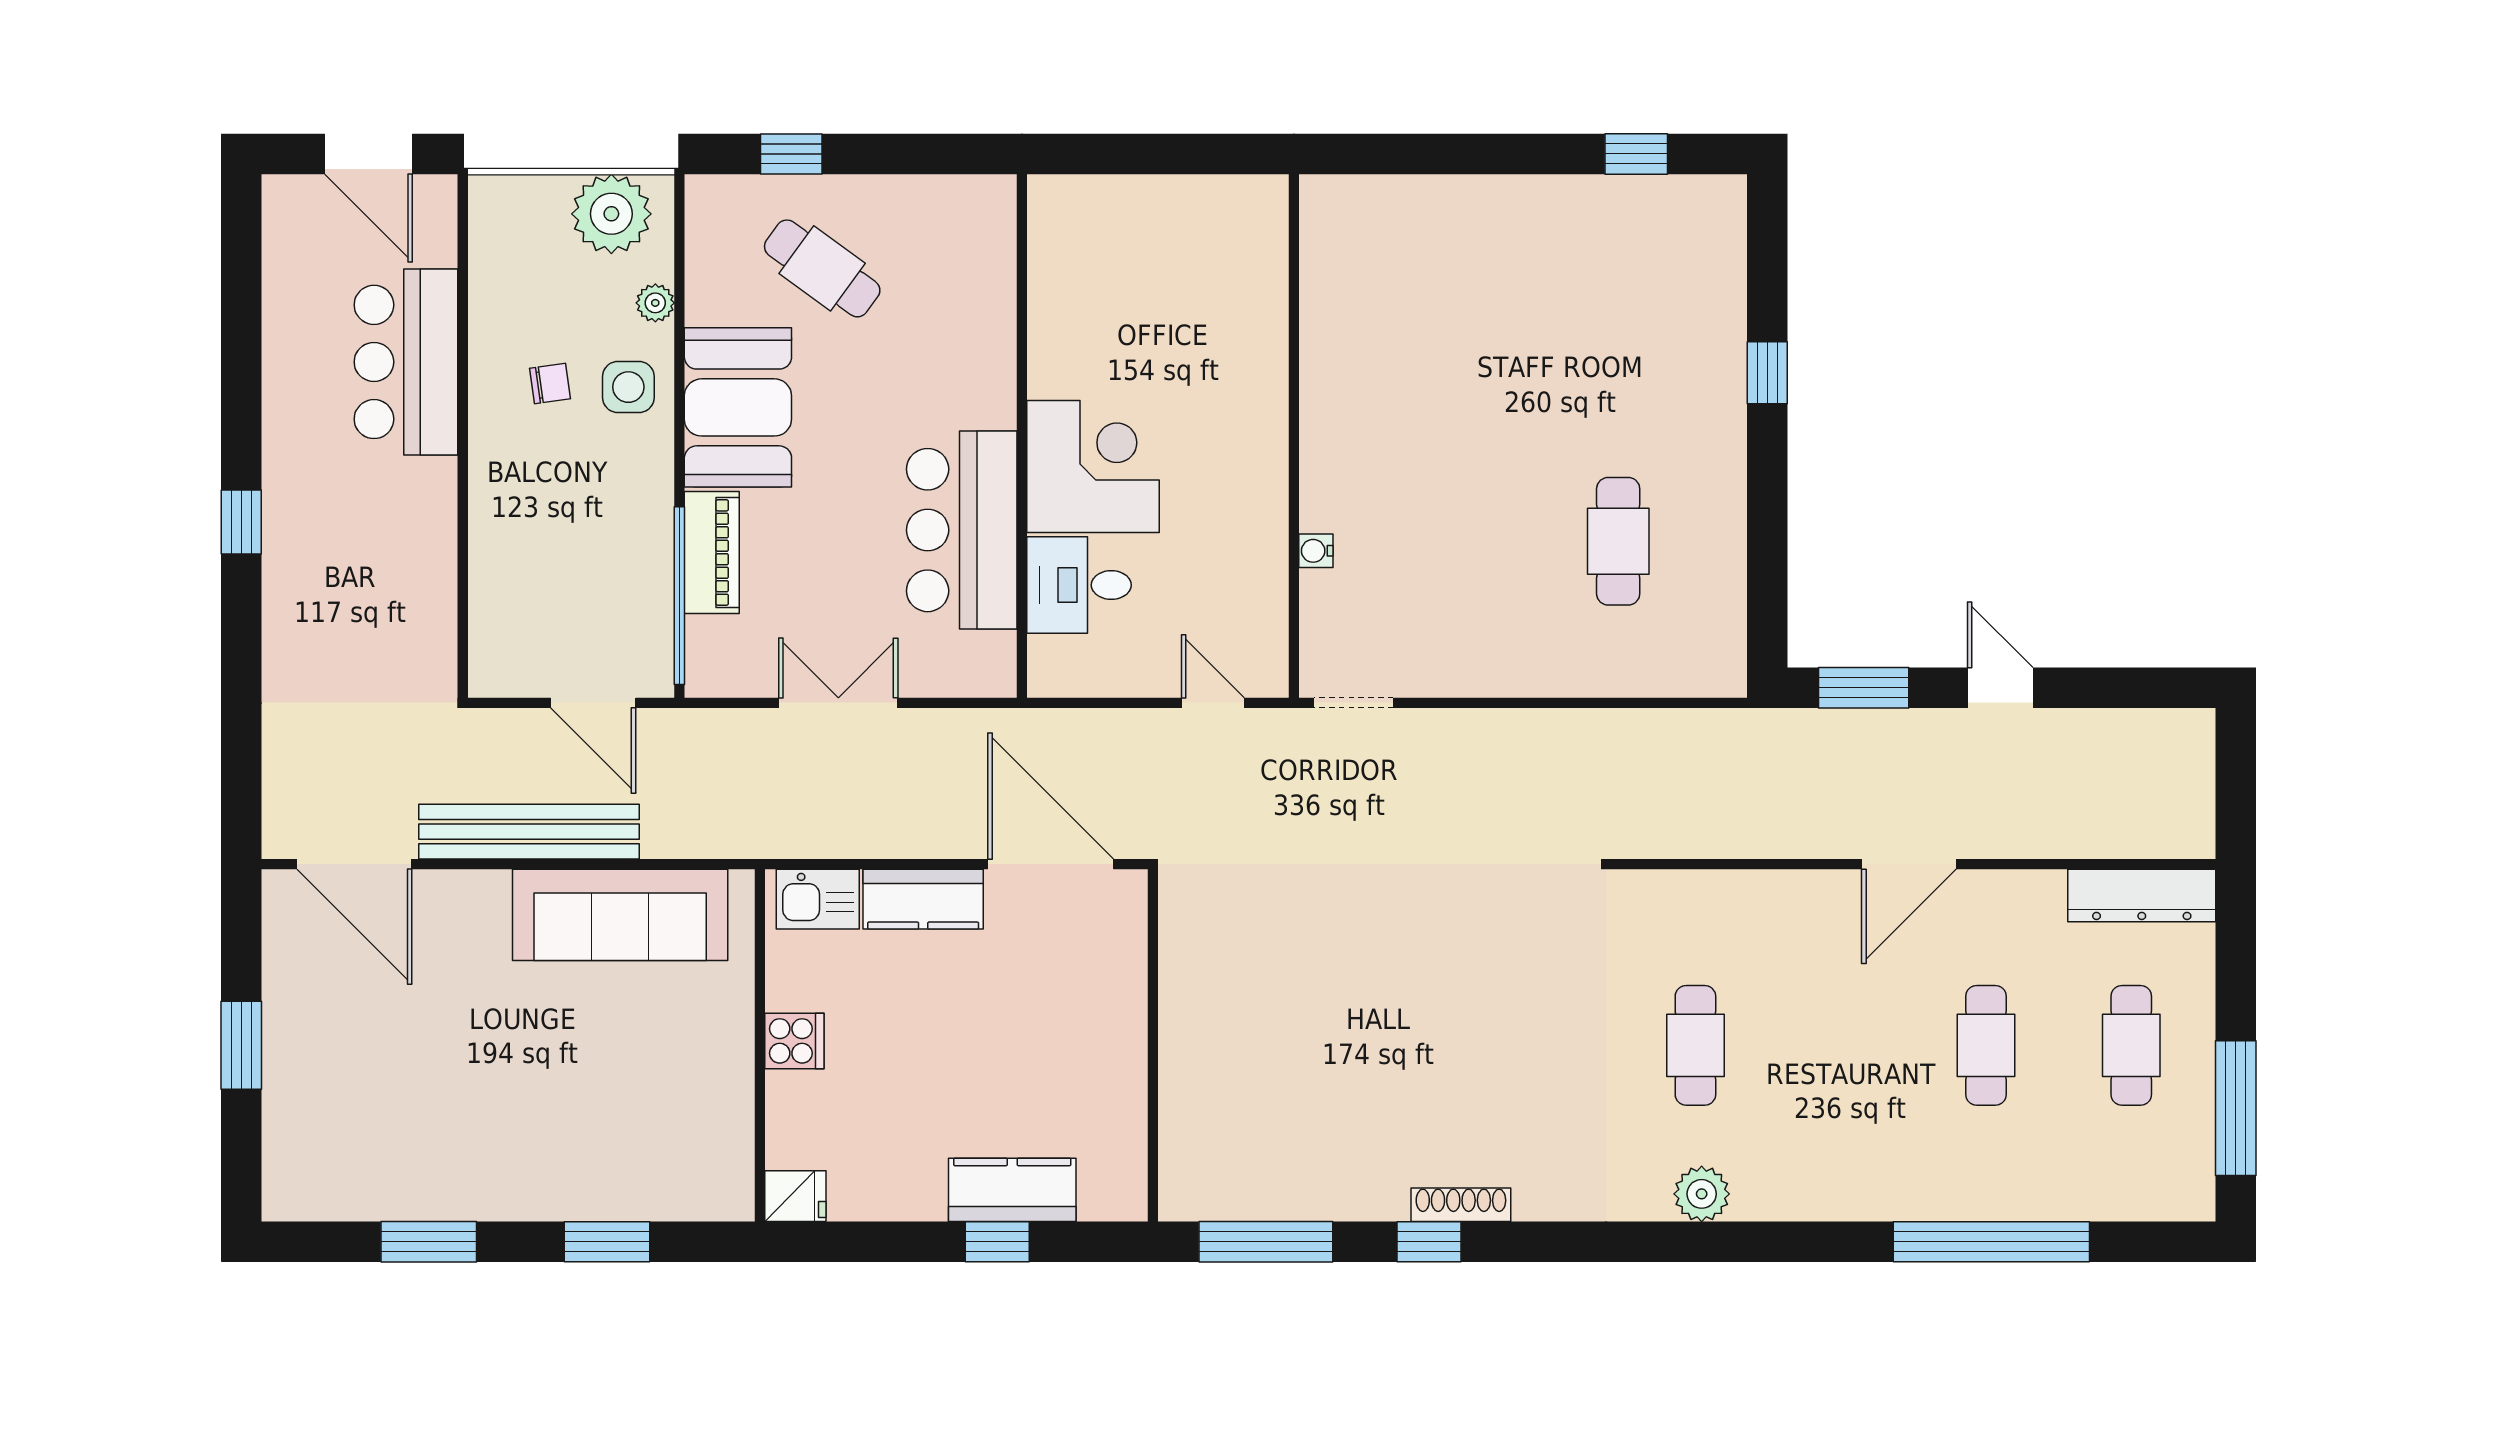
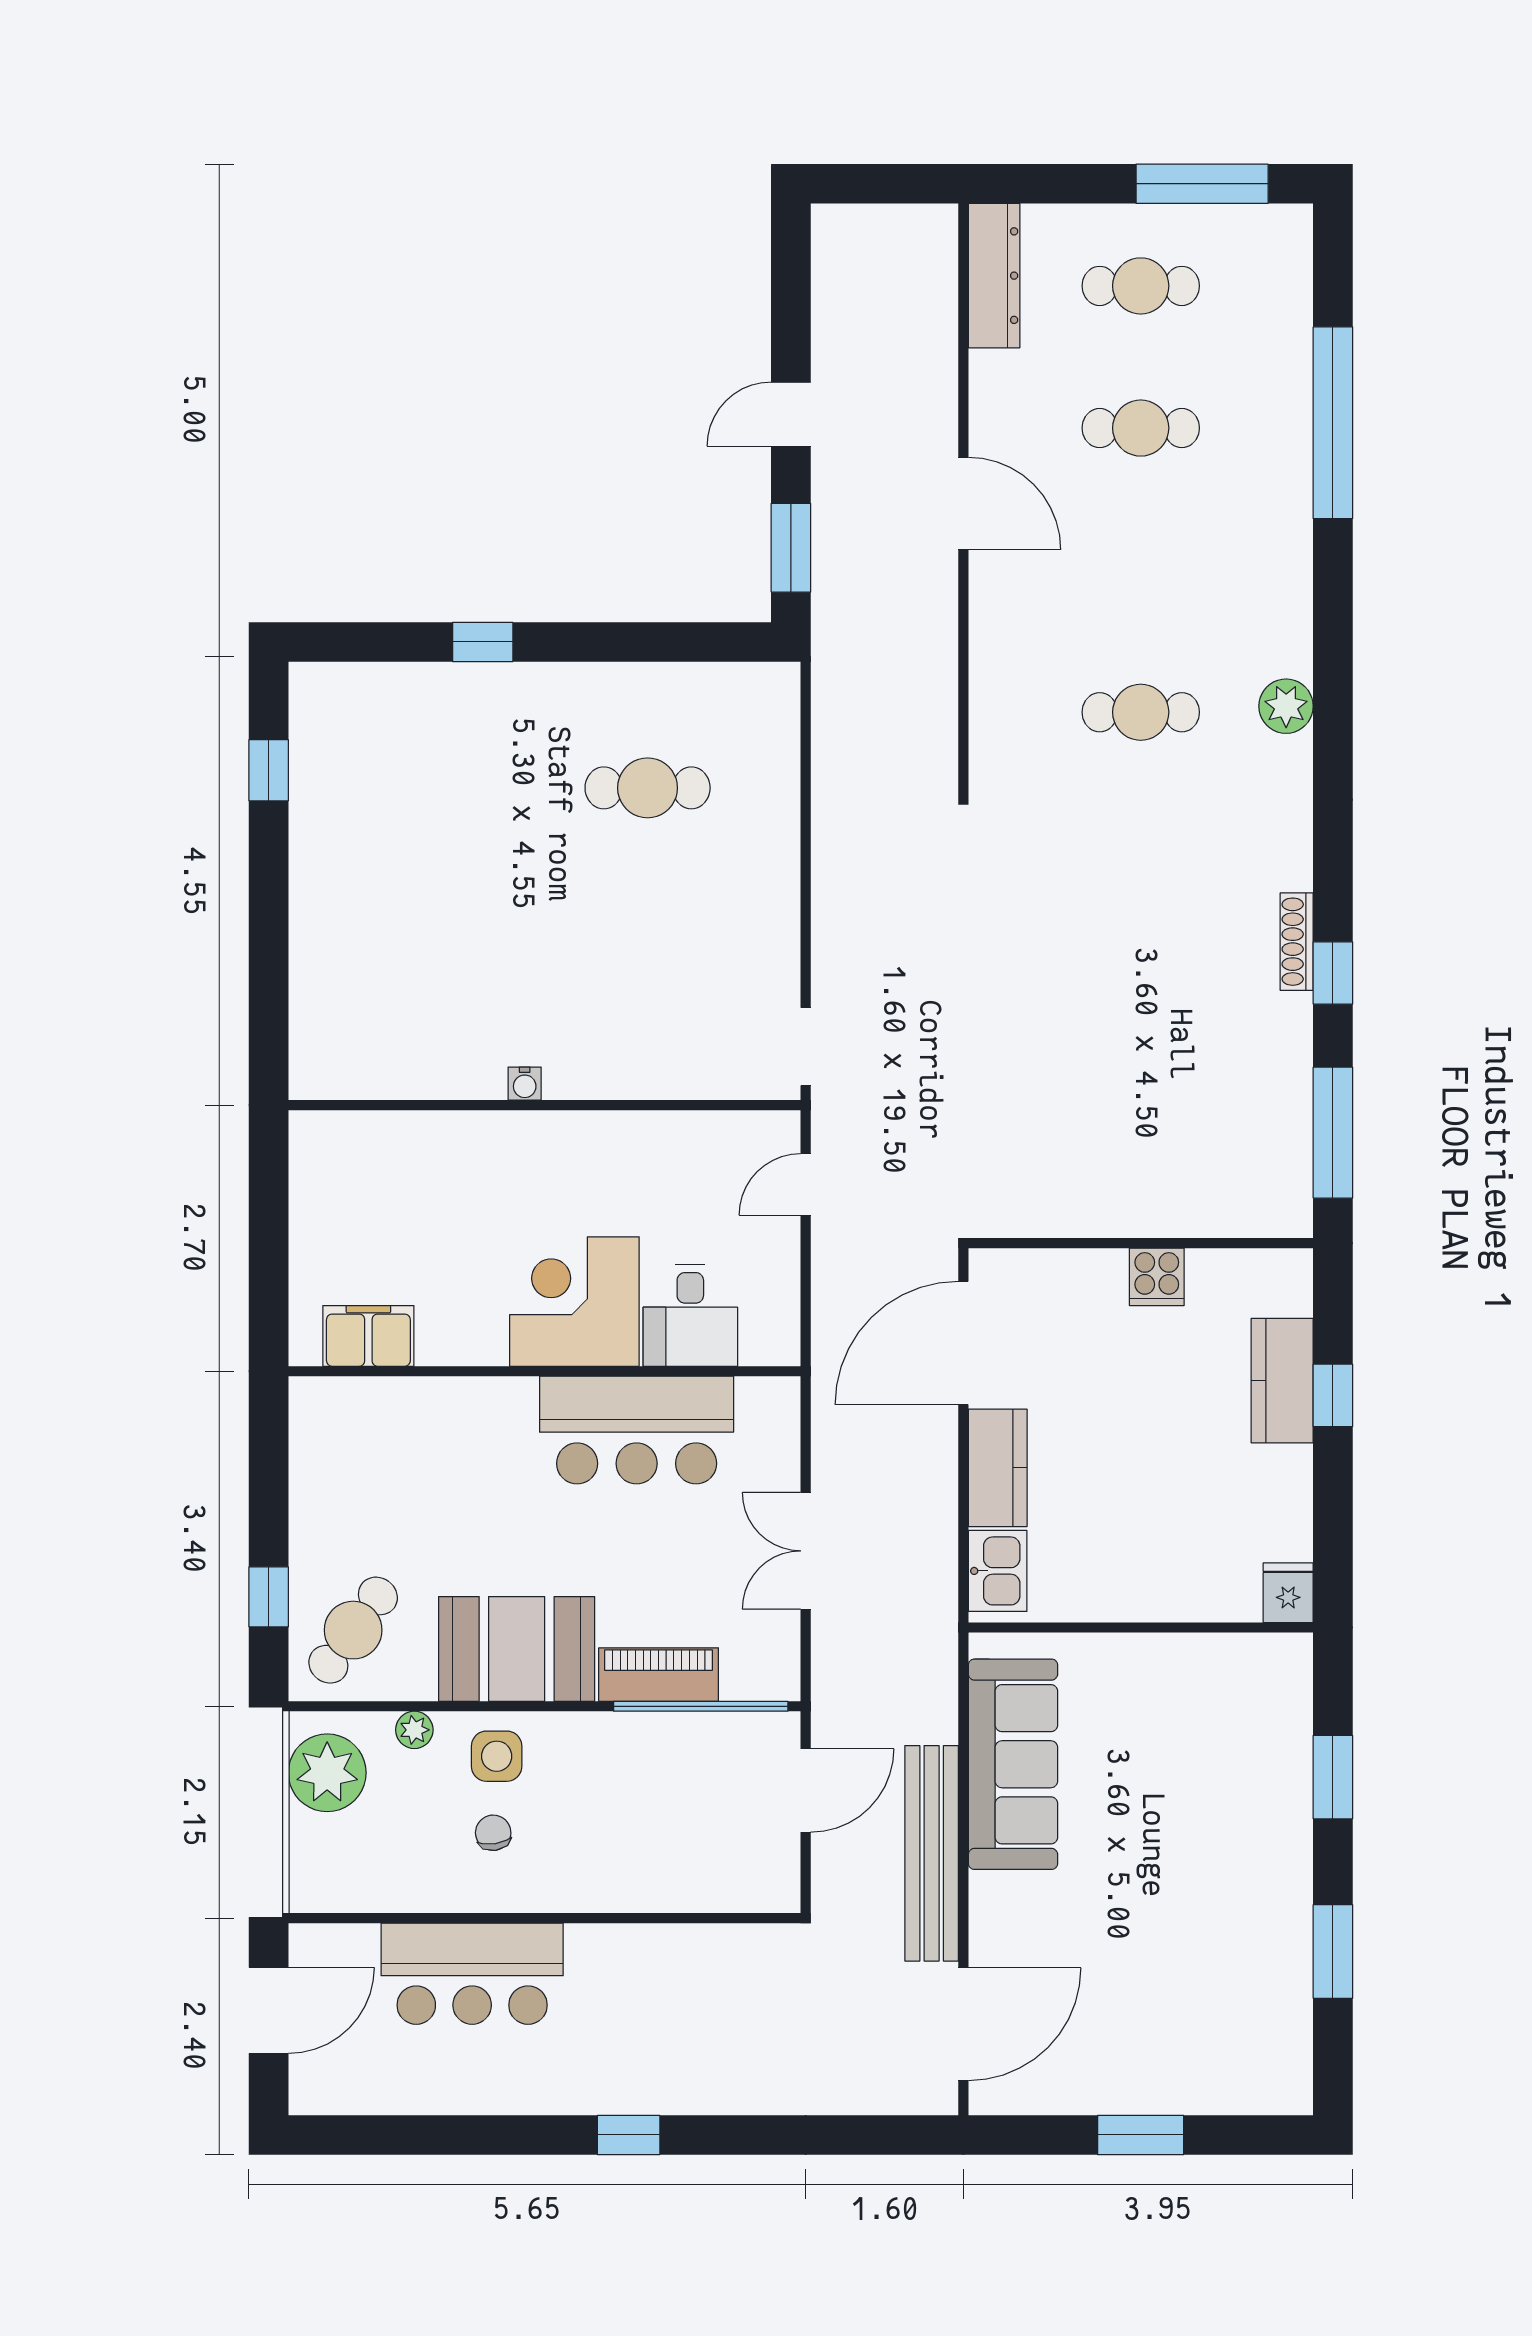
filing cabinet: (1058, 256) -> (368, 1336), added
cafe table: (822, 268) -> (353, 1630), moved
water cooler: (1316, 551) -> (525, 1084), moved
cooker: (794, 1041) -> (1157, 1277), moved, turned 180

